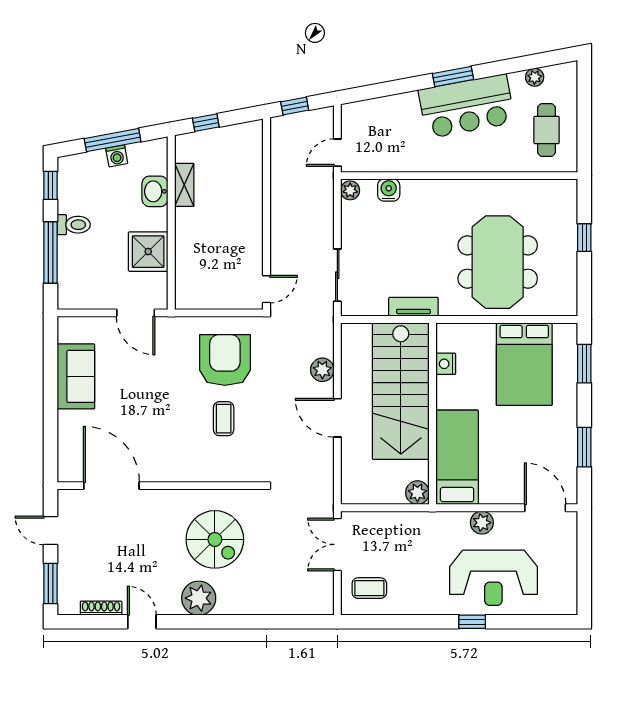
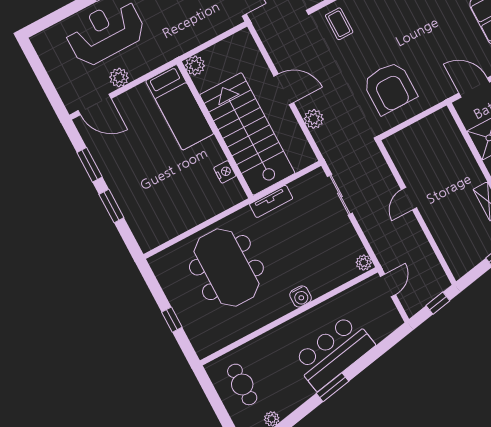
bar counter: (467, 106) -> (334, 352), moved
water cooler: (389, 190) -> (301, 296), moved
door: (266, 289) -> (409, 199), moved
bed: (524, 364) -> (167, 202), removed
window: (584, 364) -> (111, 206), moved
coffee table: (224, 419) -> (339, 24), moved
plant: (482, 523) -> (119, 78), moved

